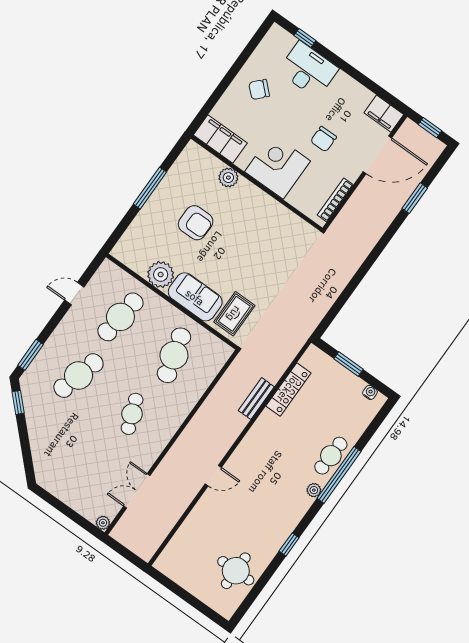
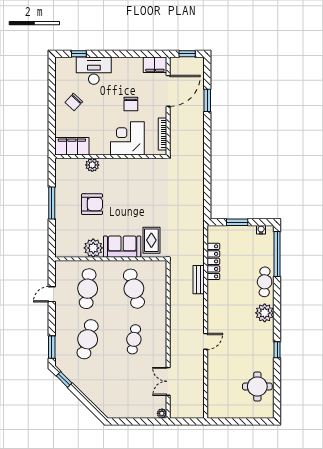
corner desk: (278, 166) -> (127, 138), moved
cafe table: (132, 414) -> (134, 339), turned 30
window: (339, 475) -> (277, 254), moved
plant: (314, 490) -> (265, 313), width x1.88, depth x1.88

